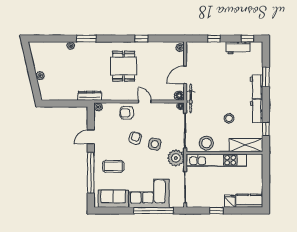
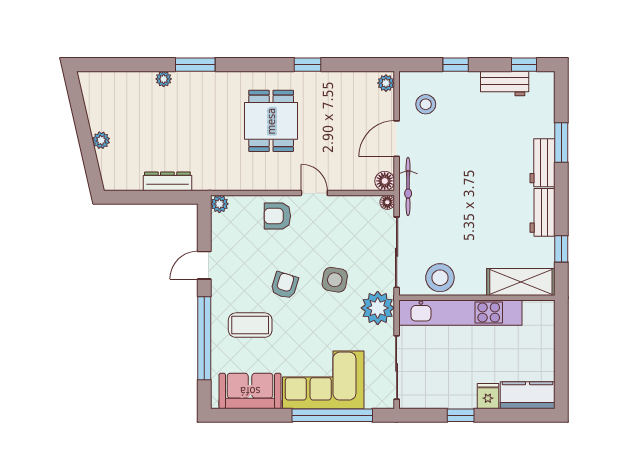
dresser: (90, 96) -> (167, 181), moved
stool: (229, 118) -> (426, 104), moved
armchair: (135, 138) -> (285, 285), moved

